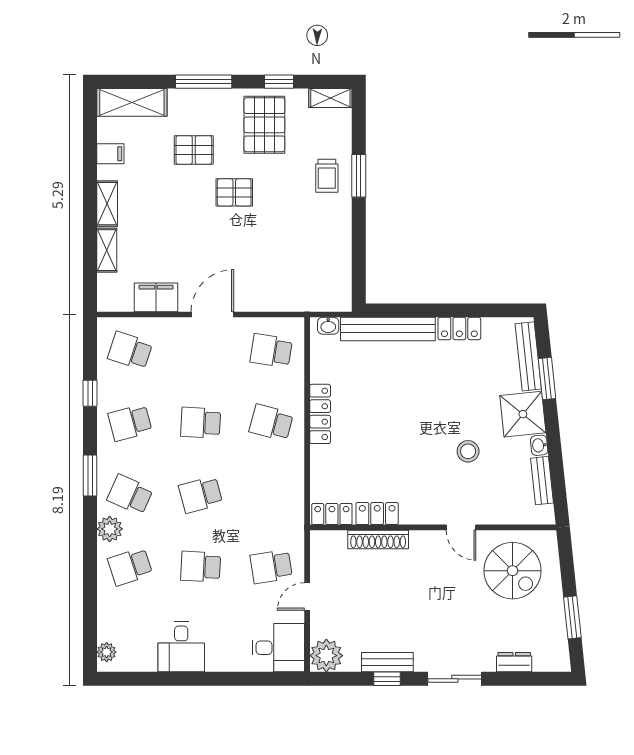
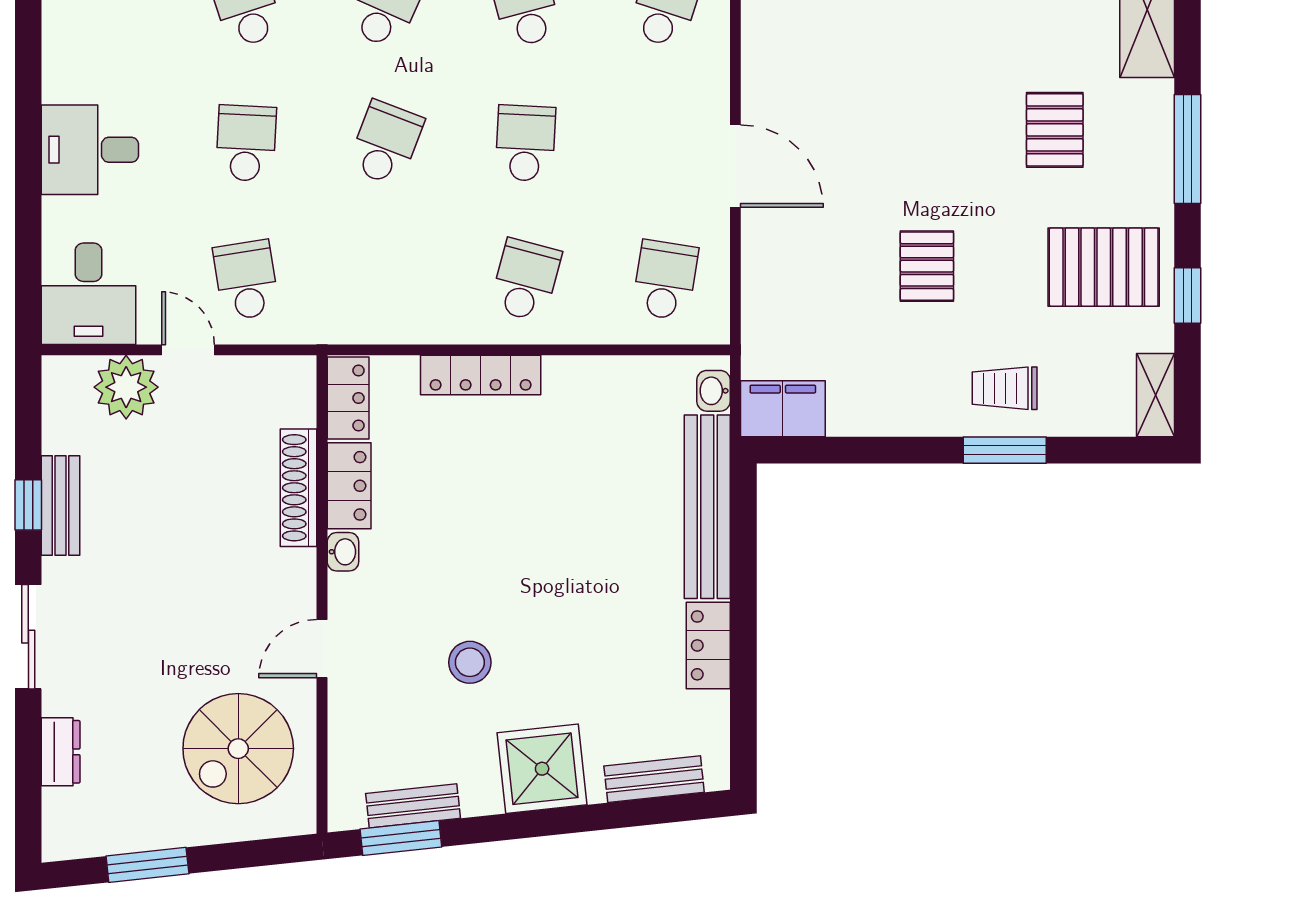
pallet: (234, 192) -> (927, 266), moved
filing cabinet: (156, 297) -> (783, 409), moved, turned -90
bench: (528, 356) -> (654, 779), width x0.73
window: (547, 379) -> (401, 838), moved
locker: (320, 414) -> (481, 375), moved
washbasin: (539, 445) -> (343, 552), moved, turned 96
school desk: (201, 495) -> (386, 143), turned 36
desk: (181, 647) -> (90, 150), moved
plant: (326, 656) -> (126, 387), moved

